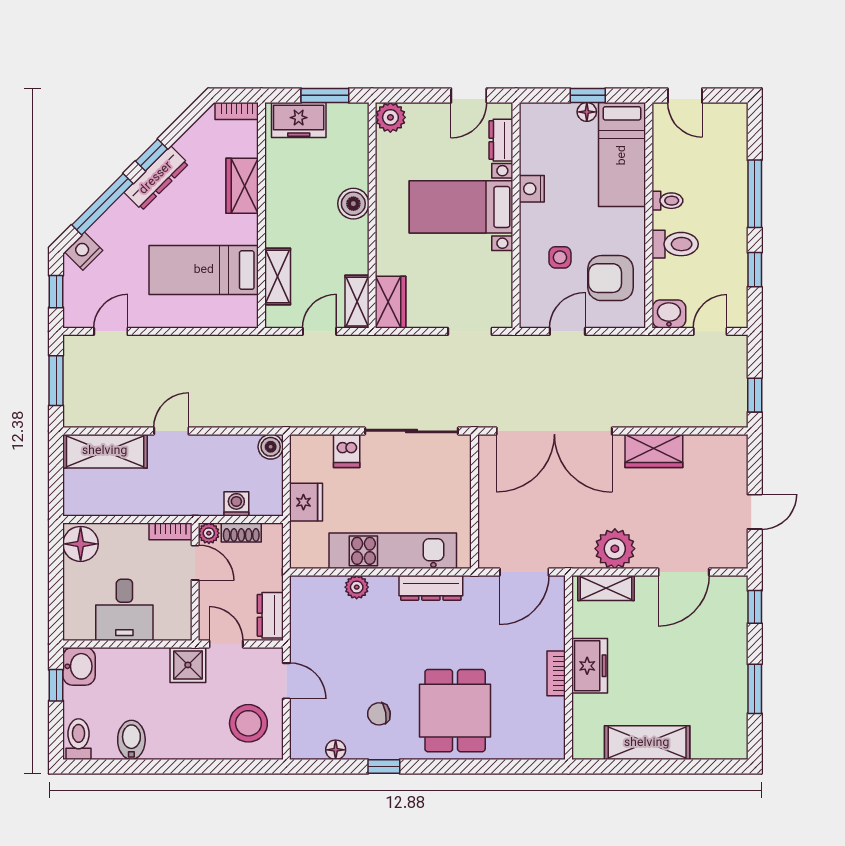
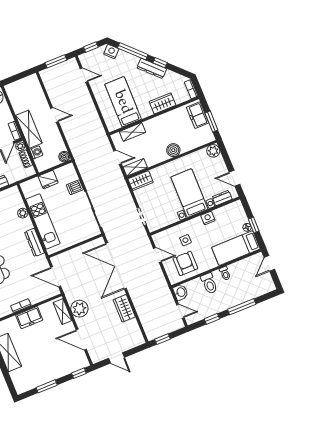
shelving: (105, 451) -> (29, 129), moved

